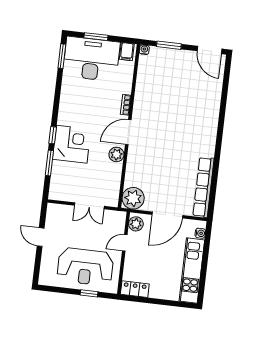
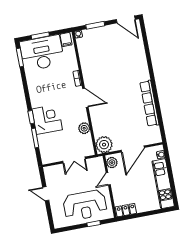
door: (128, 132) -> (85, 98), swing flipped
plant: (116, 154) -> (84, 128), moved
row of seats: (204, 187) -> (149, 103), moved

